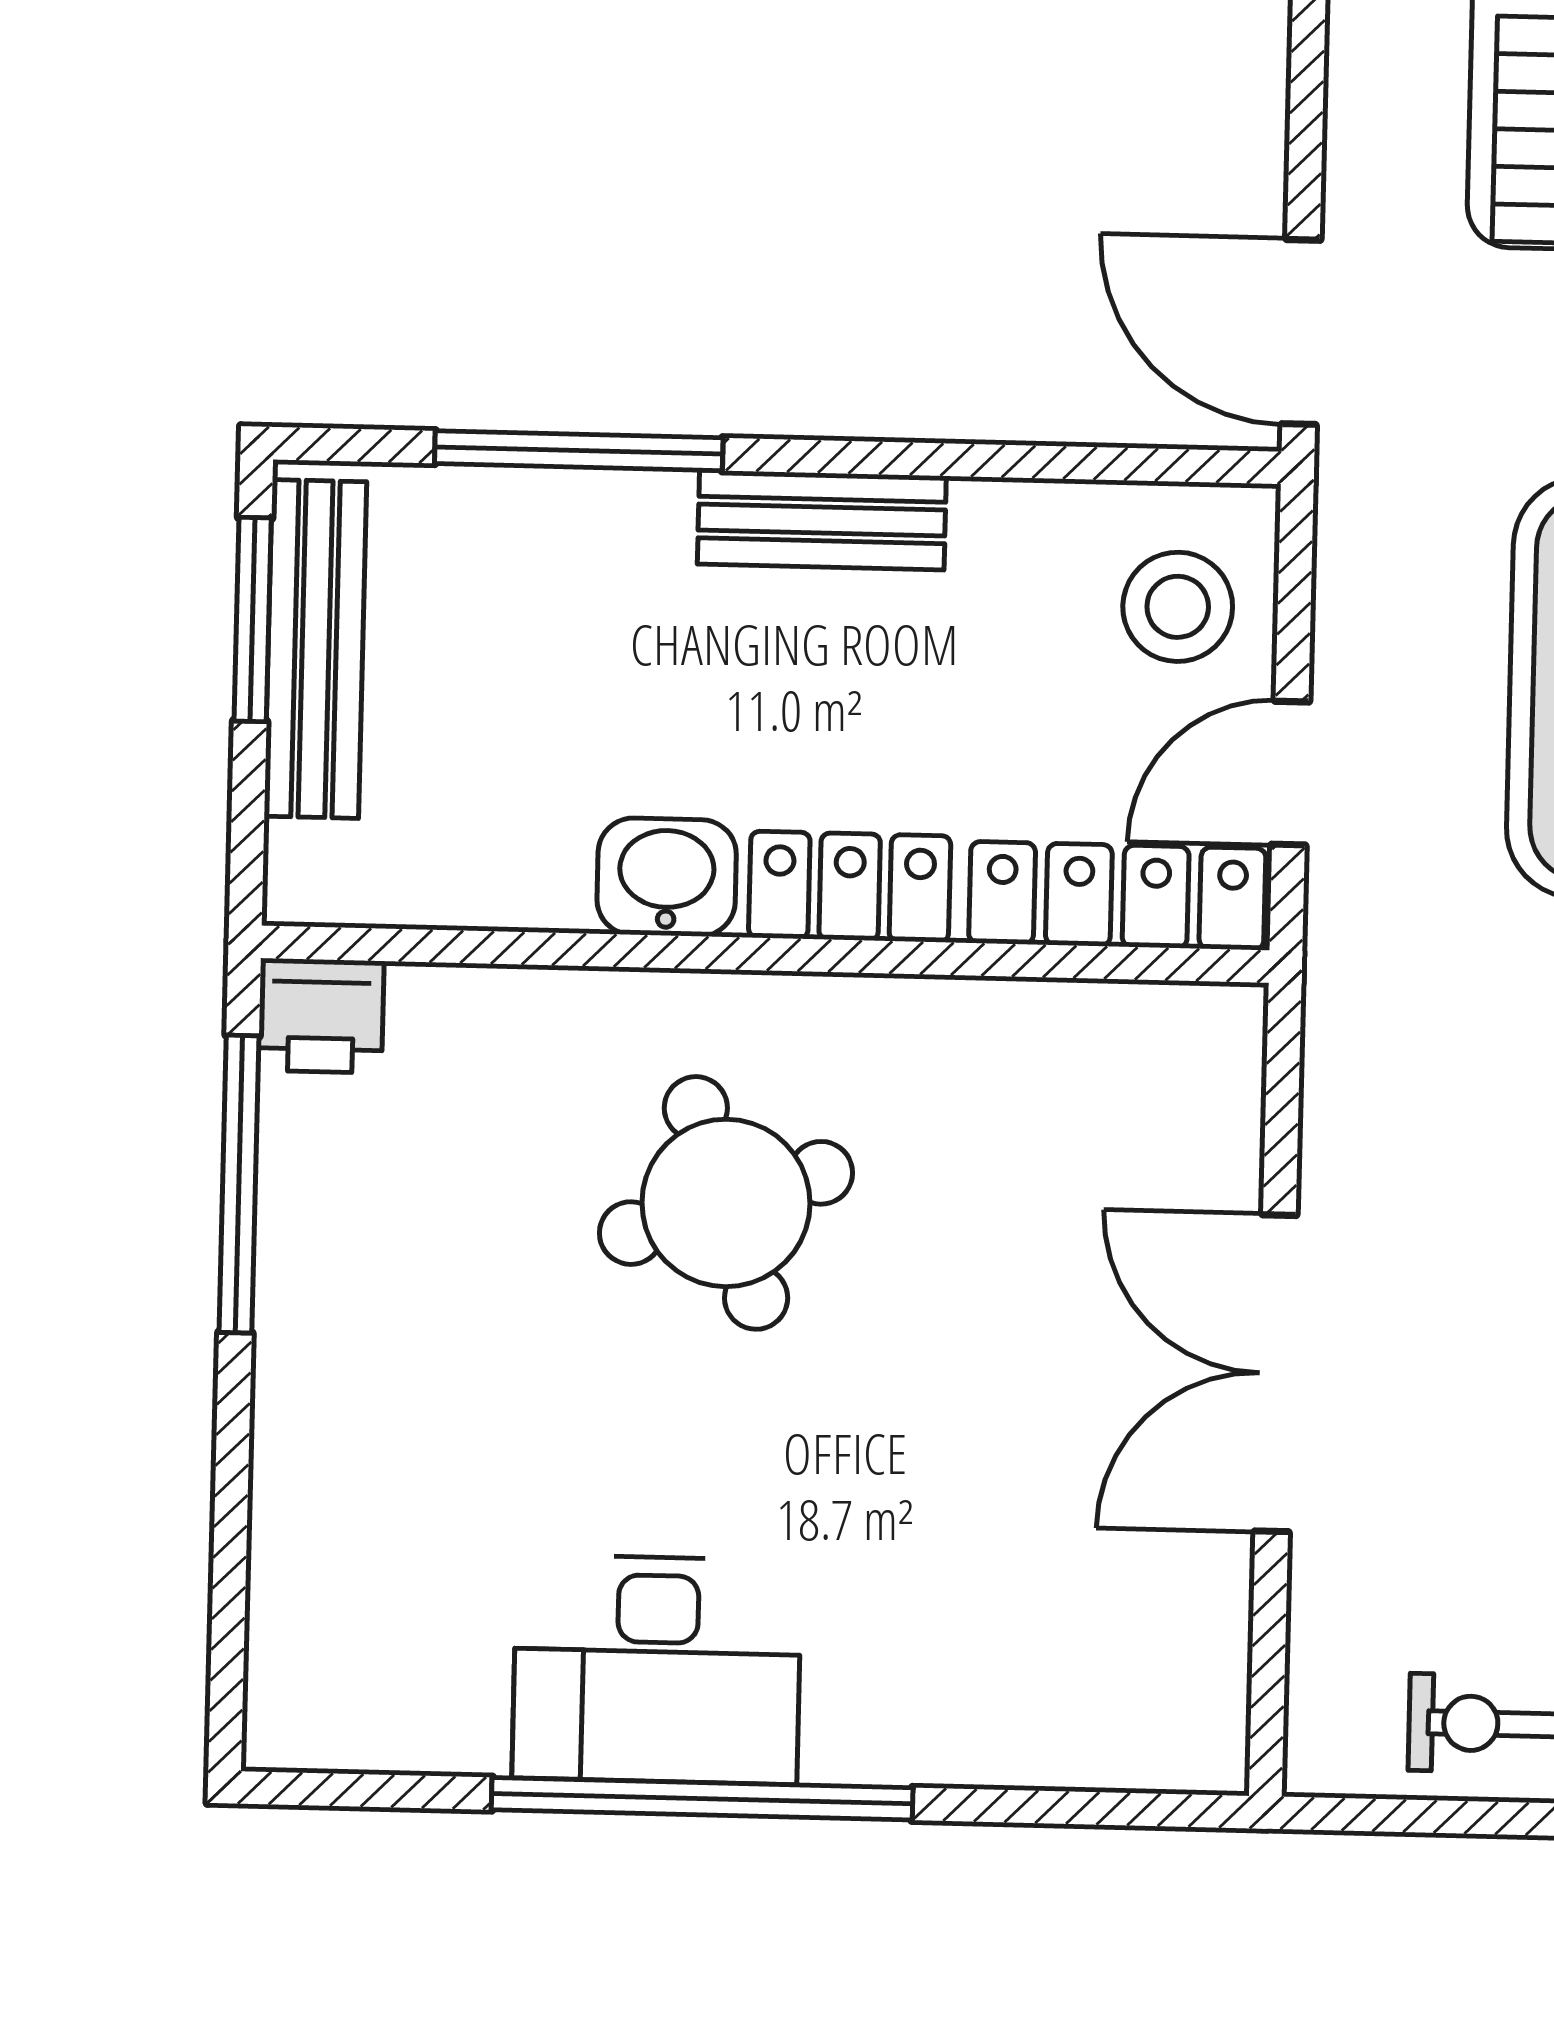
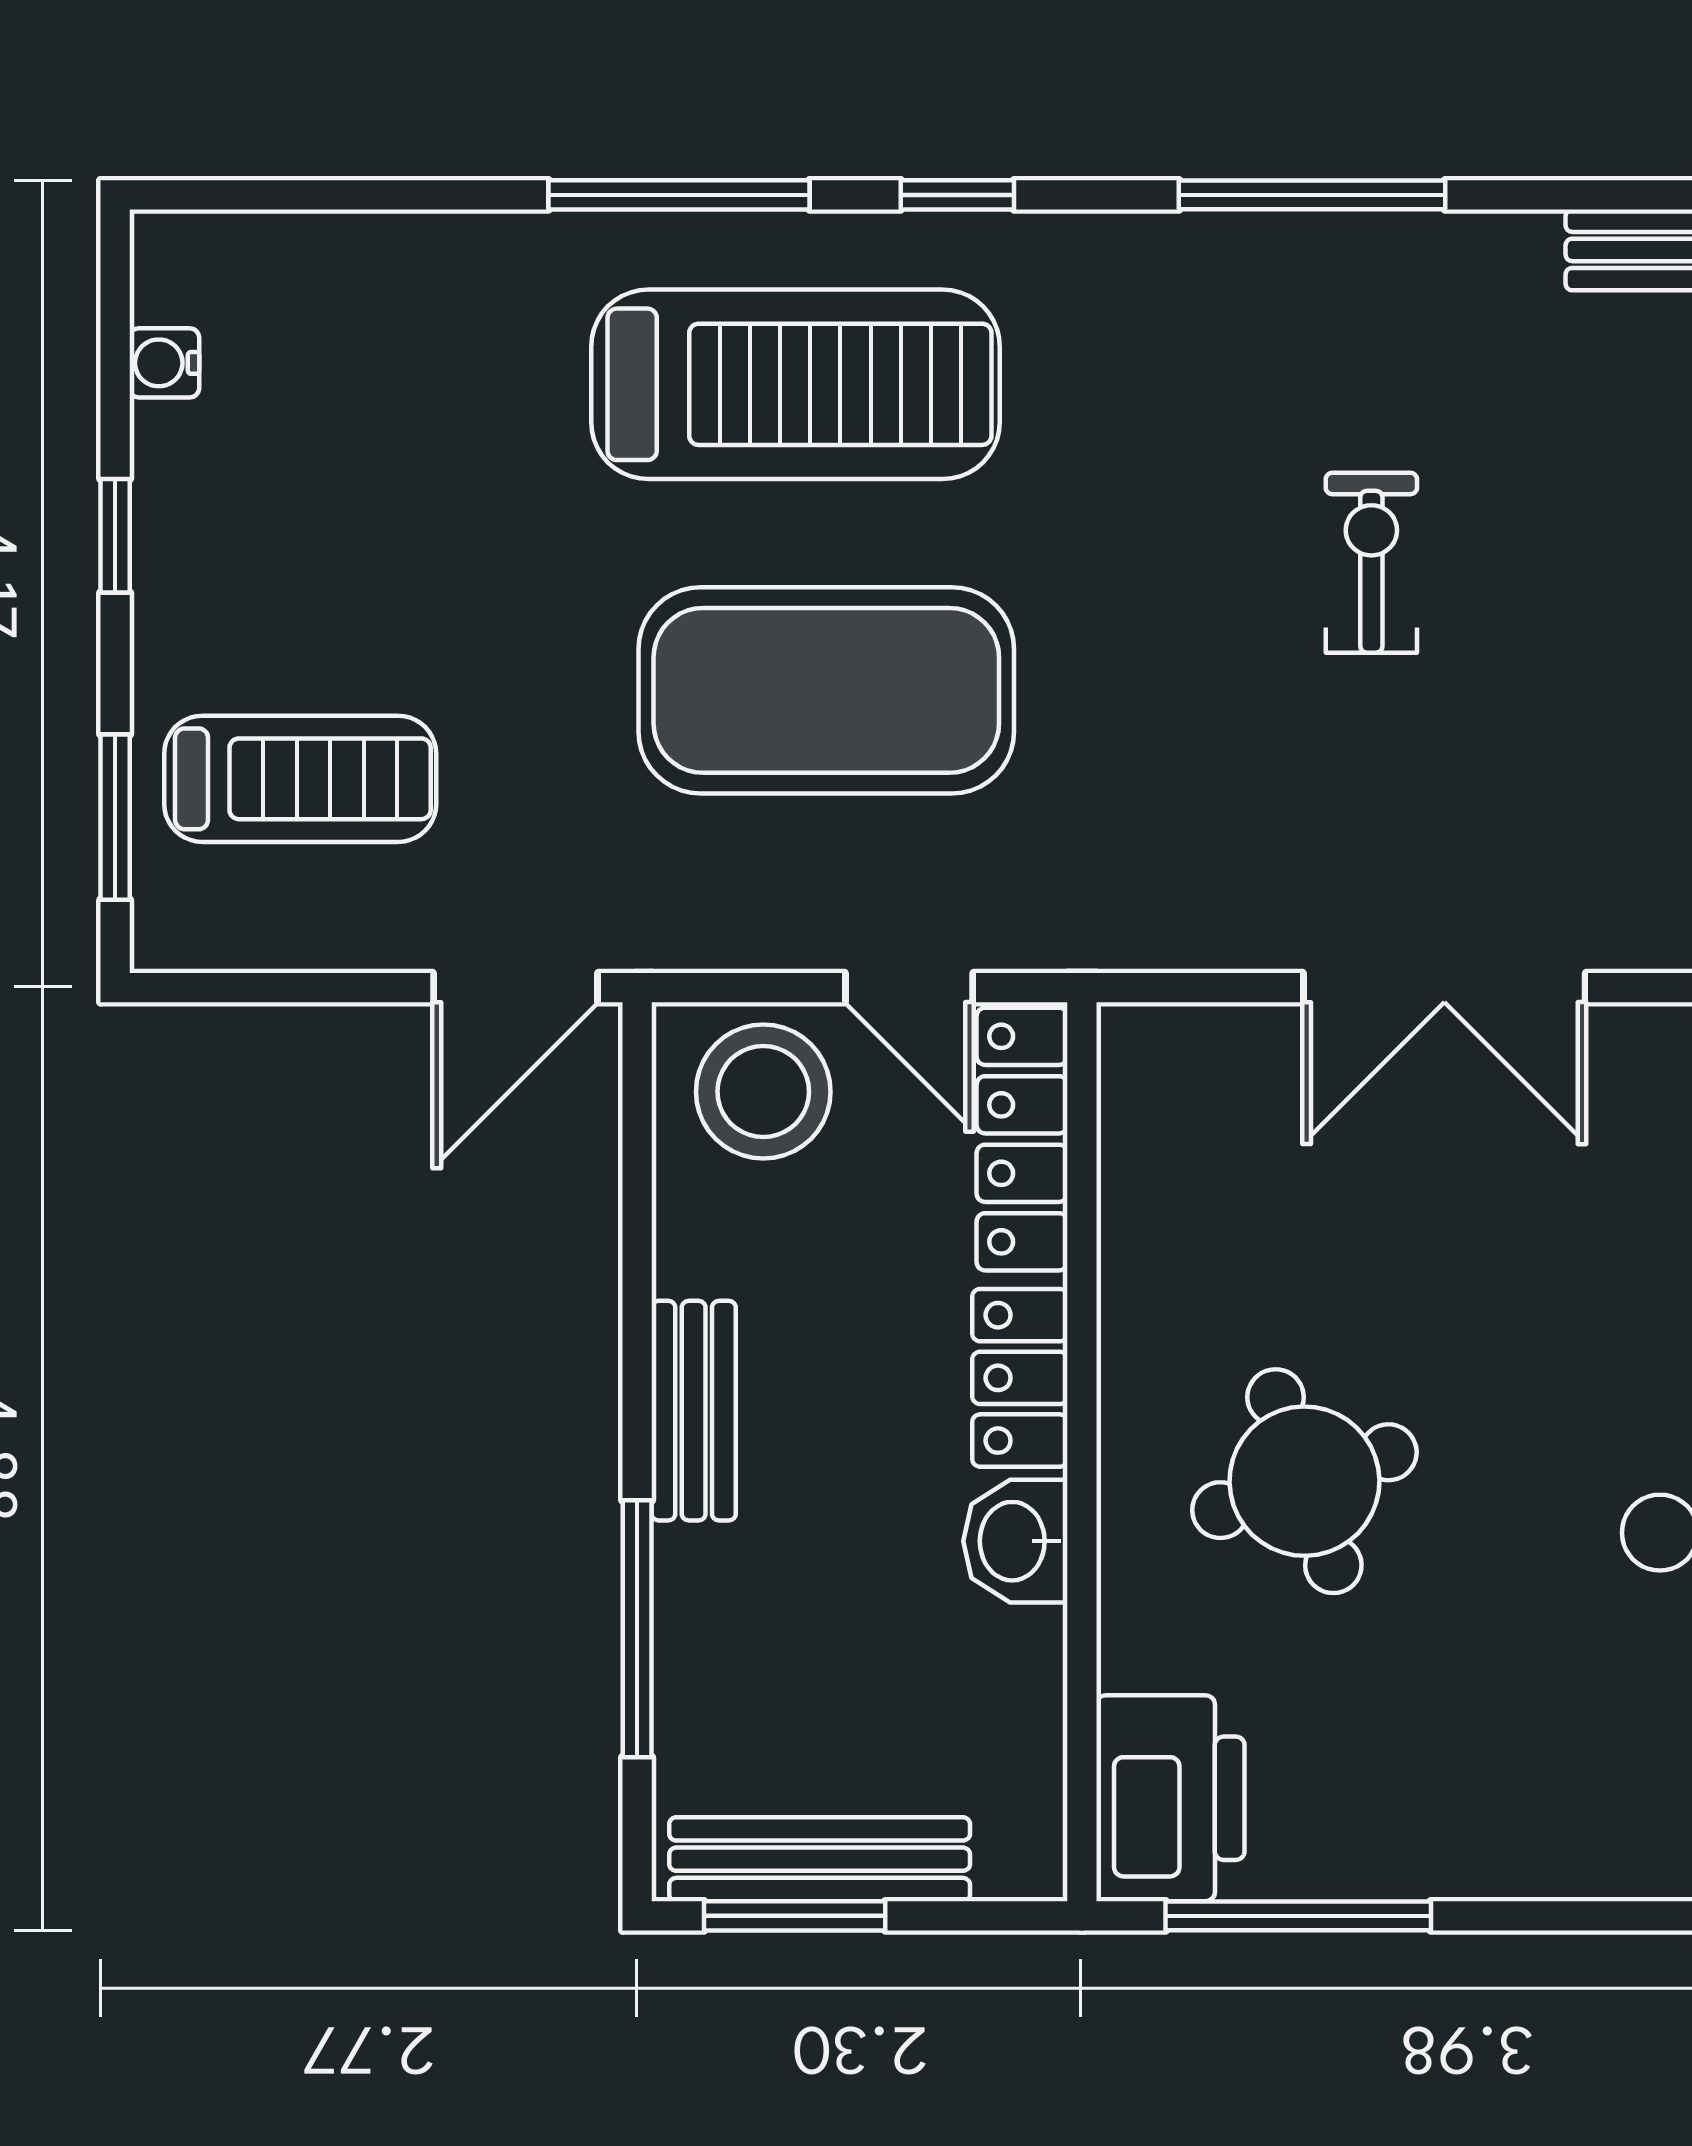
stool: (1178, 607) -> (763, 1092), width x1.38, depth x1.38
printer: (321, 1016) -> (1170, 1798), width x1.87, depth x1.48

